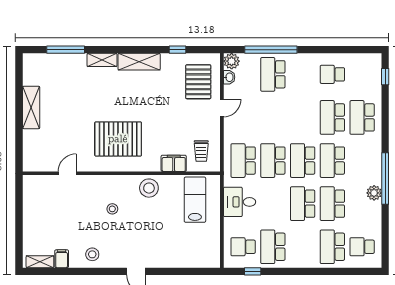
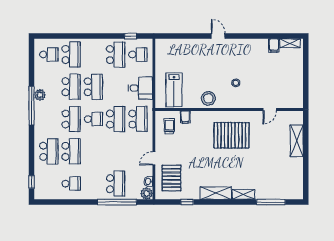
shelving: (31, 107) -> (297, 141), moved
school desk: (303, 161) -> (93, 119), width x0.54
filing cabinet: (174, 163) -> (185, 117), width x0.50
stool: (92, 254) -> (251, 49), removed

